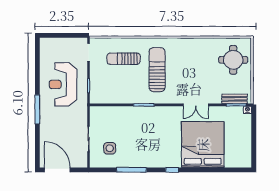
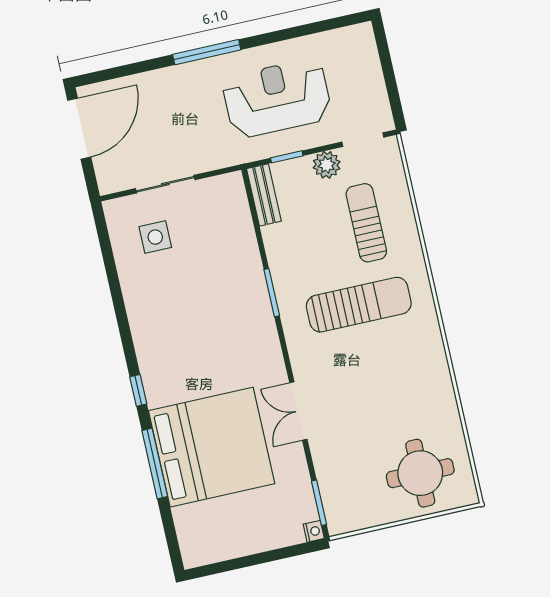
plant: (96, 70) -> (327, 165), added
bench: (235, 99) -> (264, 195), moved
window: (131, 170) -> (155, 464), moved

